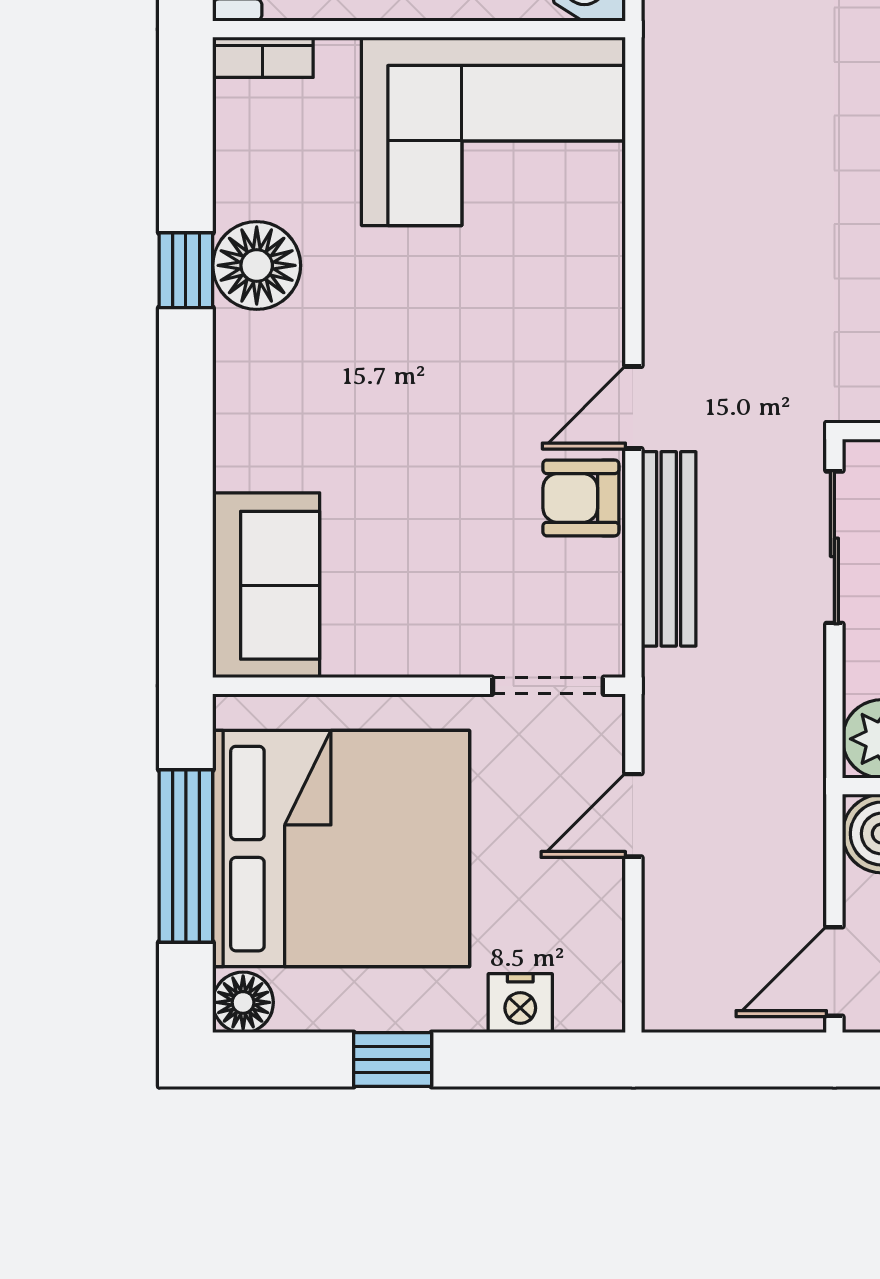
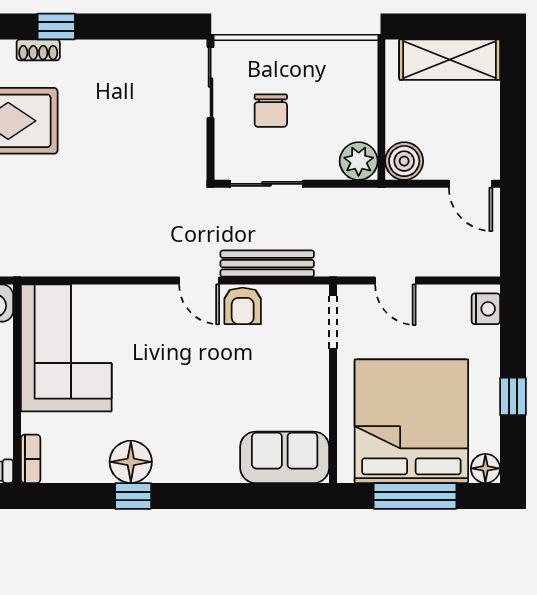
nightstand: (520, 1003) -> (486, 309), moved

